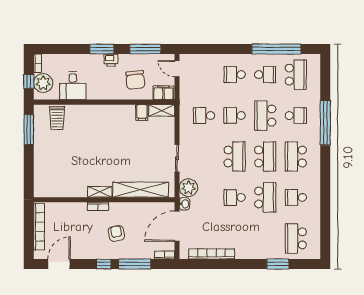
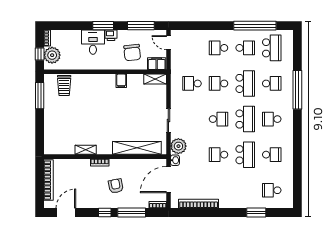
desk: (73, 86) -> (93, 42), moved, turned 180
filing cabinet: (142, 113) -> (121, 81), moved
school desk: (265, 116) -> (245, 83), turned 180
school desk: (235, 157) -> (219, 119), width x0.54
school desk: (296, 157) -> (272, 119), width x0.54
shelving: (100, 192) -> (86, 150), moved
school desk: (296, 197) -> (272, 155), turned 180
school desk: (296, 238) -> (272, 190), width x0.54

